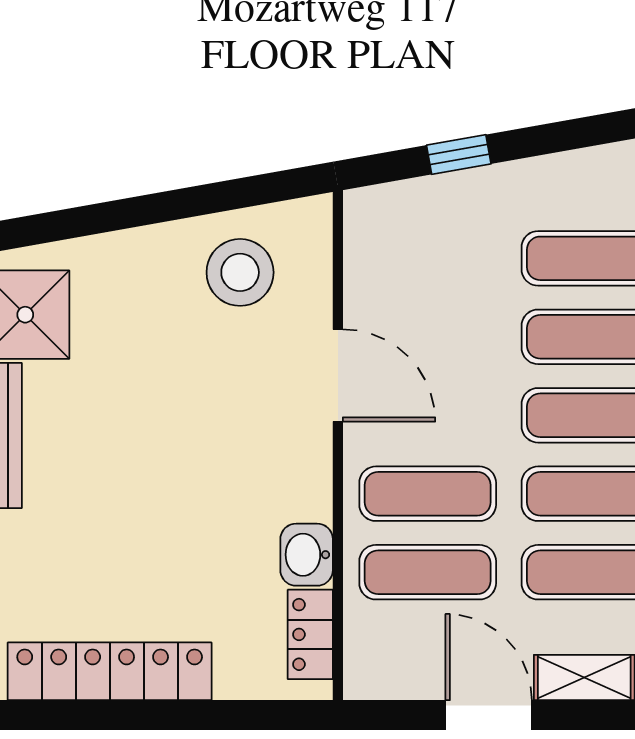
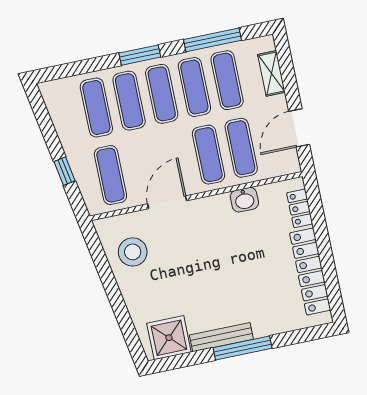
exercise mat: (428, 258) -> (110, 175), added
locker: (310, 634) -> (300, 208), moved, turned 90
door: (489, 715) -> (299, 128), moved

